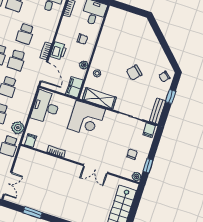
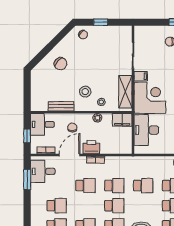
stool: (111, 62) -> (85, 92), added
door: (44, 72) -> (70, 155), moved
chair: (134, 73) -> (61, 64), moved
desk: (46, 107) -> (146, 130), moved, turned 90
bench: (157, 111) -> (61, 106), moved
filing cabinet: (149, 130) -> (141, 76), moved

